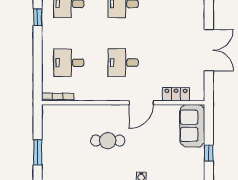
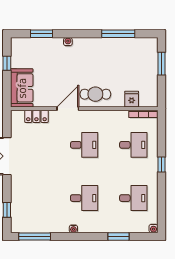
window: (38, 17) -> (162, 165), moved
fridge: (71, 113) -> (132, 99), added
cafe table: (108, 141) -> (95, 94), moved

